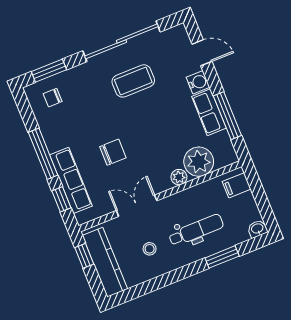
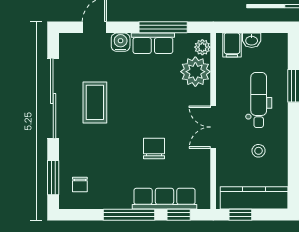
plant: (179, 177) -> (202, 47), moved
double door: (137, 206) -> (213, 127), moved
washbasin: (257, 229) -> (252, 40), moved, turned -90

